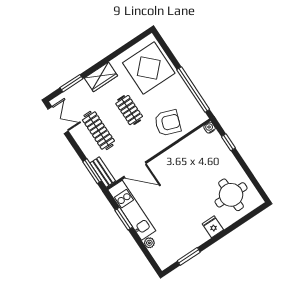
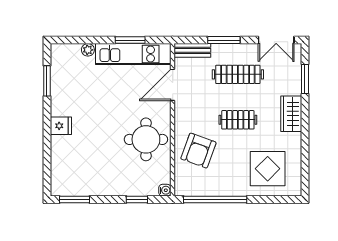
display table: (149, 68) -> (268, 169), width x0.73, depth x0.73
window: (92, 171) -> (224, 40), moved
window: (256, 184) -> (75, 200), added
round table: (231, 195) -> (146, 139), moved

